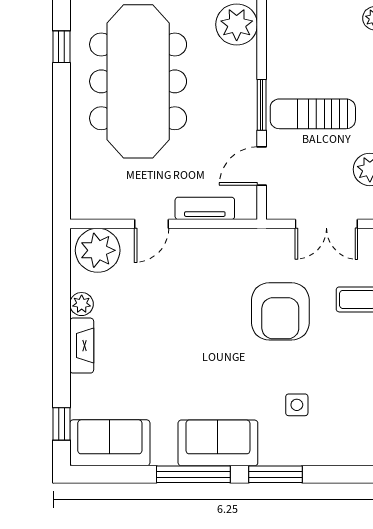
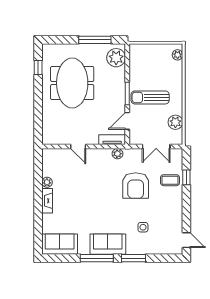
meeting table: (138, 81) -> (72, 83), width x0.73
tv unit: (205, 208) -> (112, 140), moved
door: (151, 224) -> (78, 147), hinge flipped
plant: (98, 250) -> (117, 154), moved, width x0.53, depth x0.53
window: (62, 424) -> (38, 236), removed

